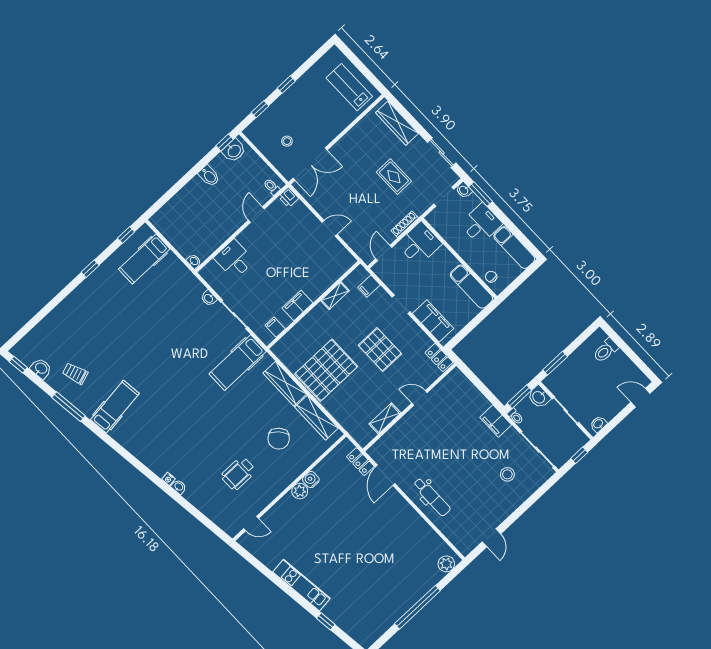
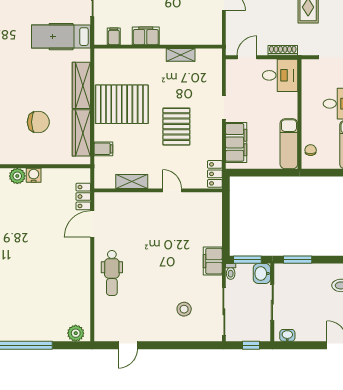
filing cabinet: (369, 286) -> (103, 149), moved, turned 180
chair: (279, 439) -> (38, 122), turned -137

